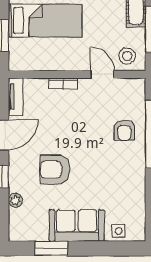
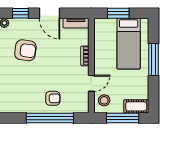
armchair: (124, 130) -> (53, 98), turned 180
armchair: (55, 170) -> (25, 50), turned 98

